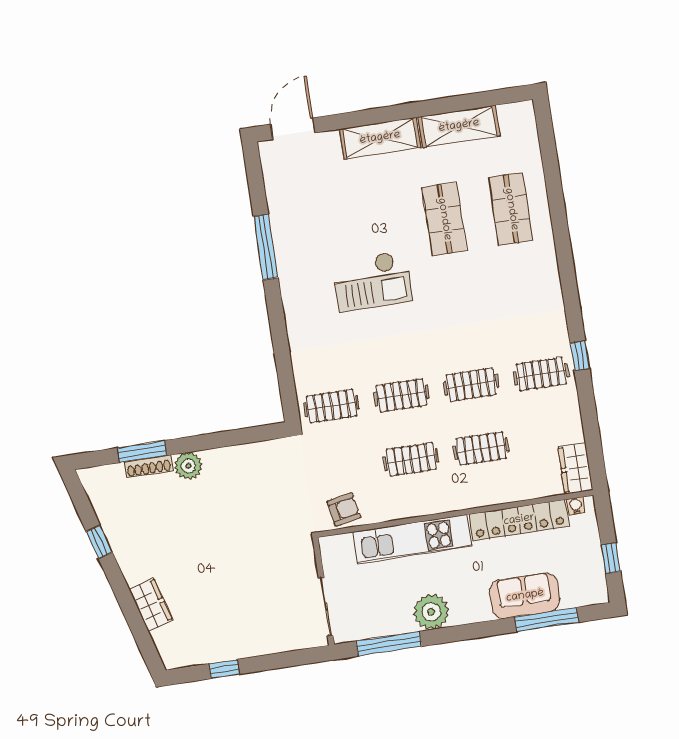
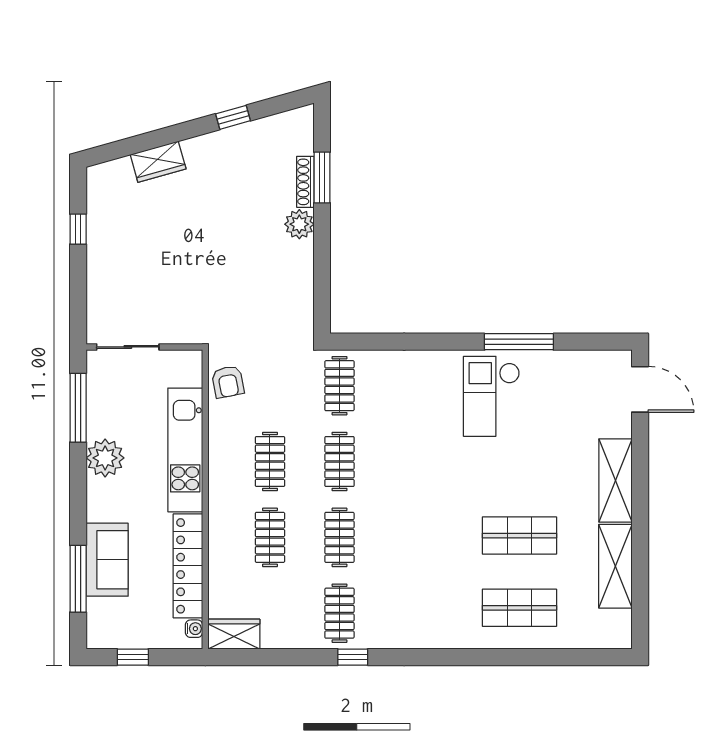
checkout: (372, 281) -> (491, 396), moved

